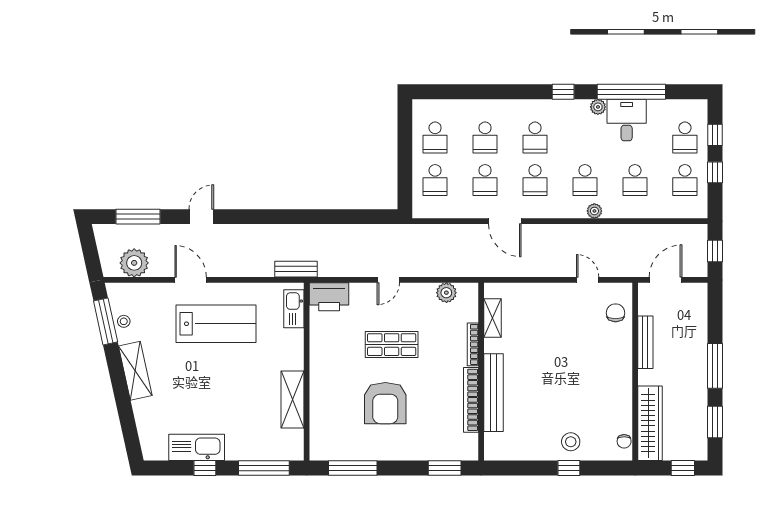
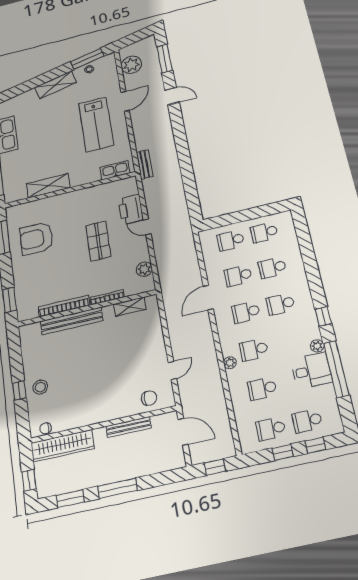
printer: (329, 297) -> (131, 209), moved
armchair: (385, 403) -> (36, 238), moved

